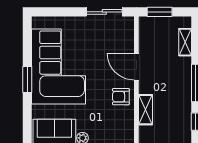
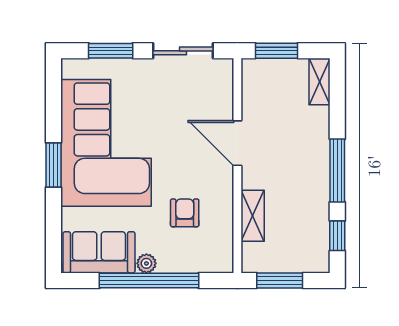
window: (61, 12) -> (111, 51), added
shelving: (185, 42) -> (319, 82), moved
armchair: (121, 97) -> (185, 213), moved, turned 90

